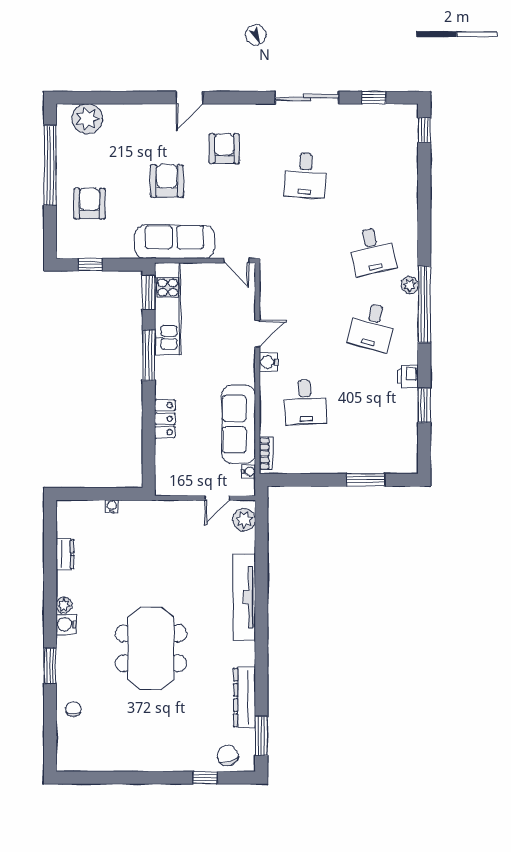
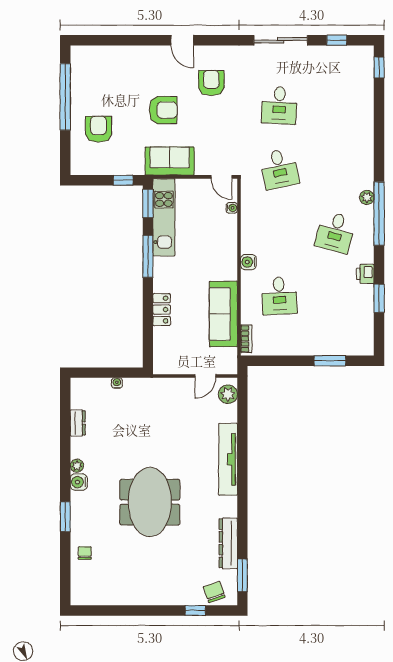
door: (189, 98) -> (182, 40), hinge flipped
plant: (87, 119) -> (96, 58), removed
armchair: (167, 181) -> (163, 110), turned 90
sofa: (175, 242) -> (170, 161), width x0.73
desk: (372, 251) -> (279, 169), moved
window: (90, 265) -> (123, 180), moved
door: (257, 334) -> (239, 238), removed
water cooler: (249, 472) -> (232, 208), moved

